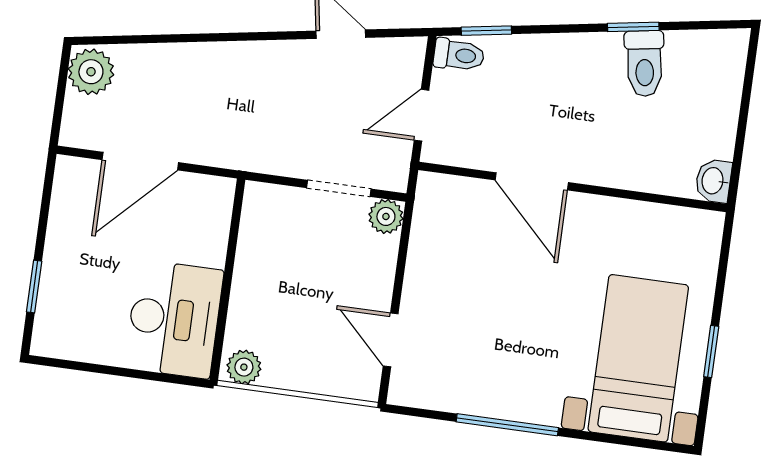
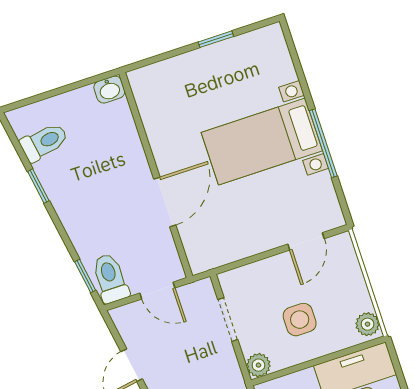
toilet: (459, 55) -> (110, 278), width x1.37, depth x1.39
toilet: (644, 63) -> (44, 142), moved
plant: (386, 216) -> (258, 365), moved
side table: (293, 282) -> (300, 320), added
bed with nightstands: (638, 358) -> (262, 142), moved

